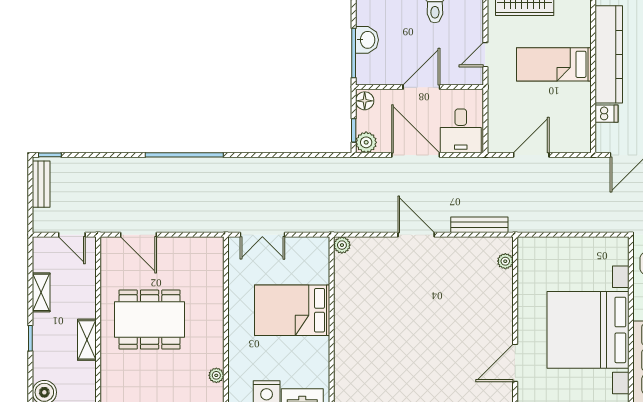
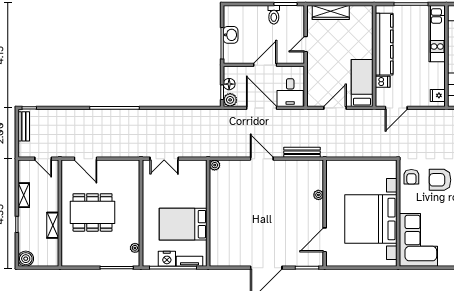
bed: (554, 64) -> (362, 83), moved, turned 90
floor lamp: (365, 101) -> (229, 84), moved
plant: (505, 261) -> (318, 195), moved
bed: (292, 310) -> (183, 224), moved

